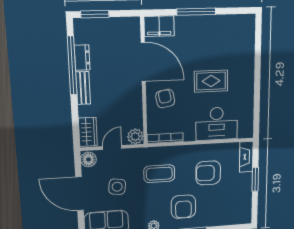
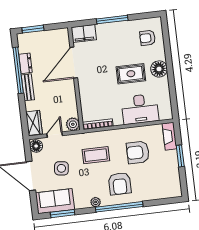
door: (143, 62) -> (74, 63), swing flipped
floor lamp: (245, 78) -> (159, 69), added
armchair: (165, 99) -> (148, 38), moved, turned -80

